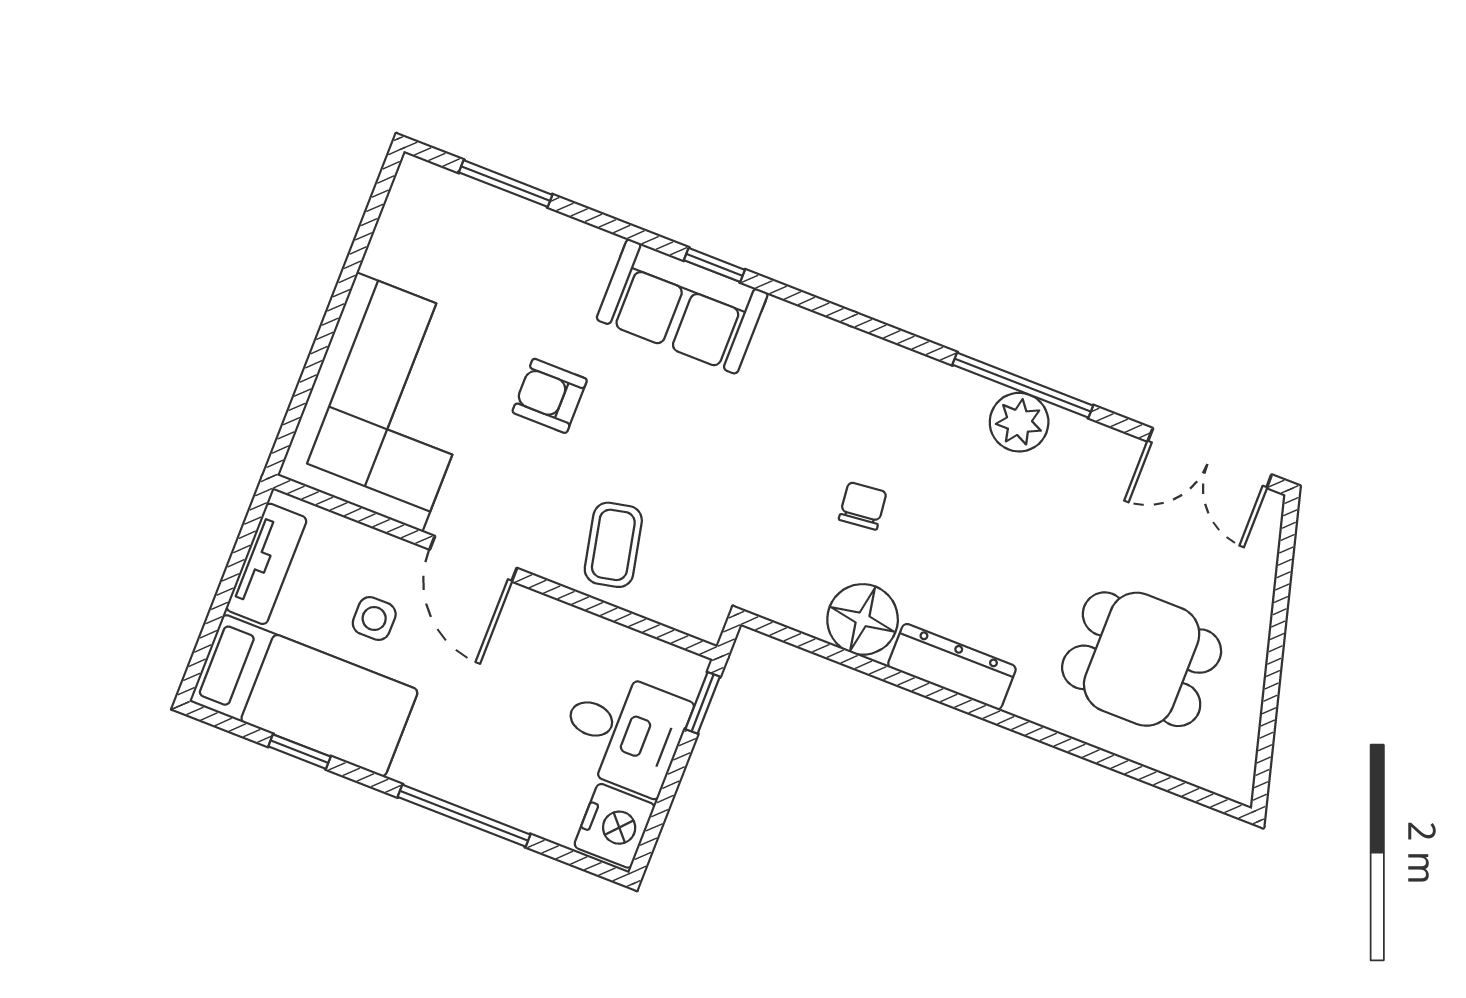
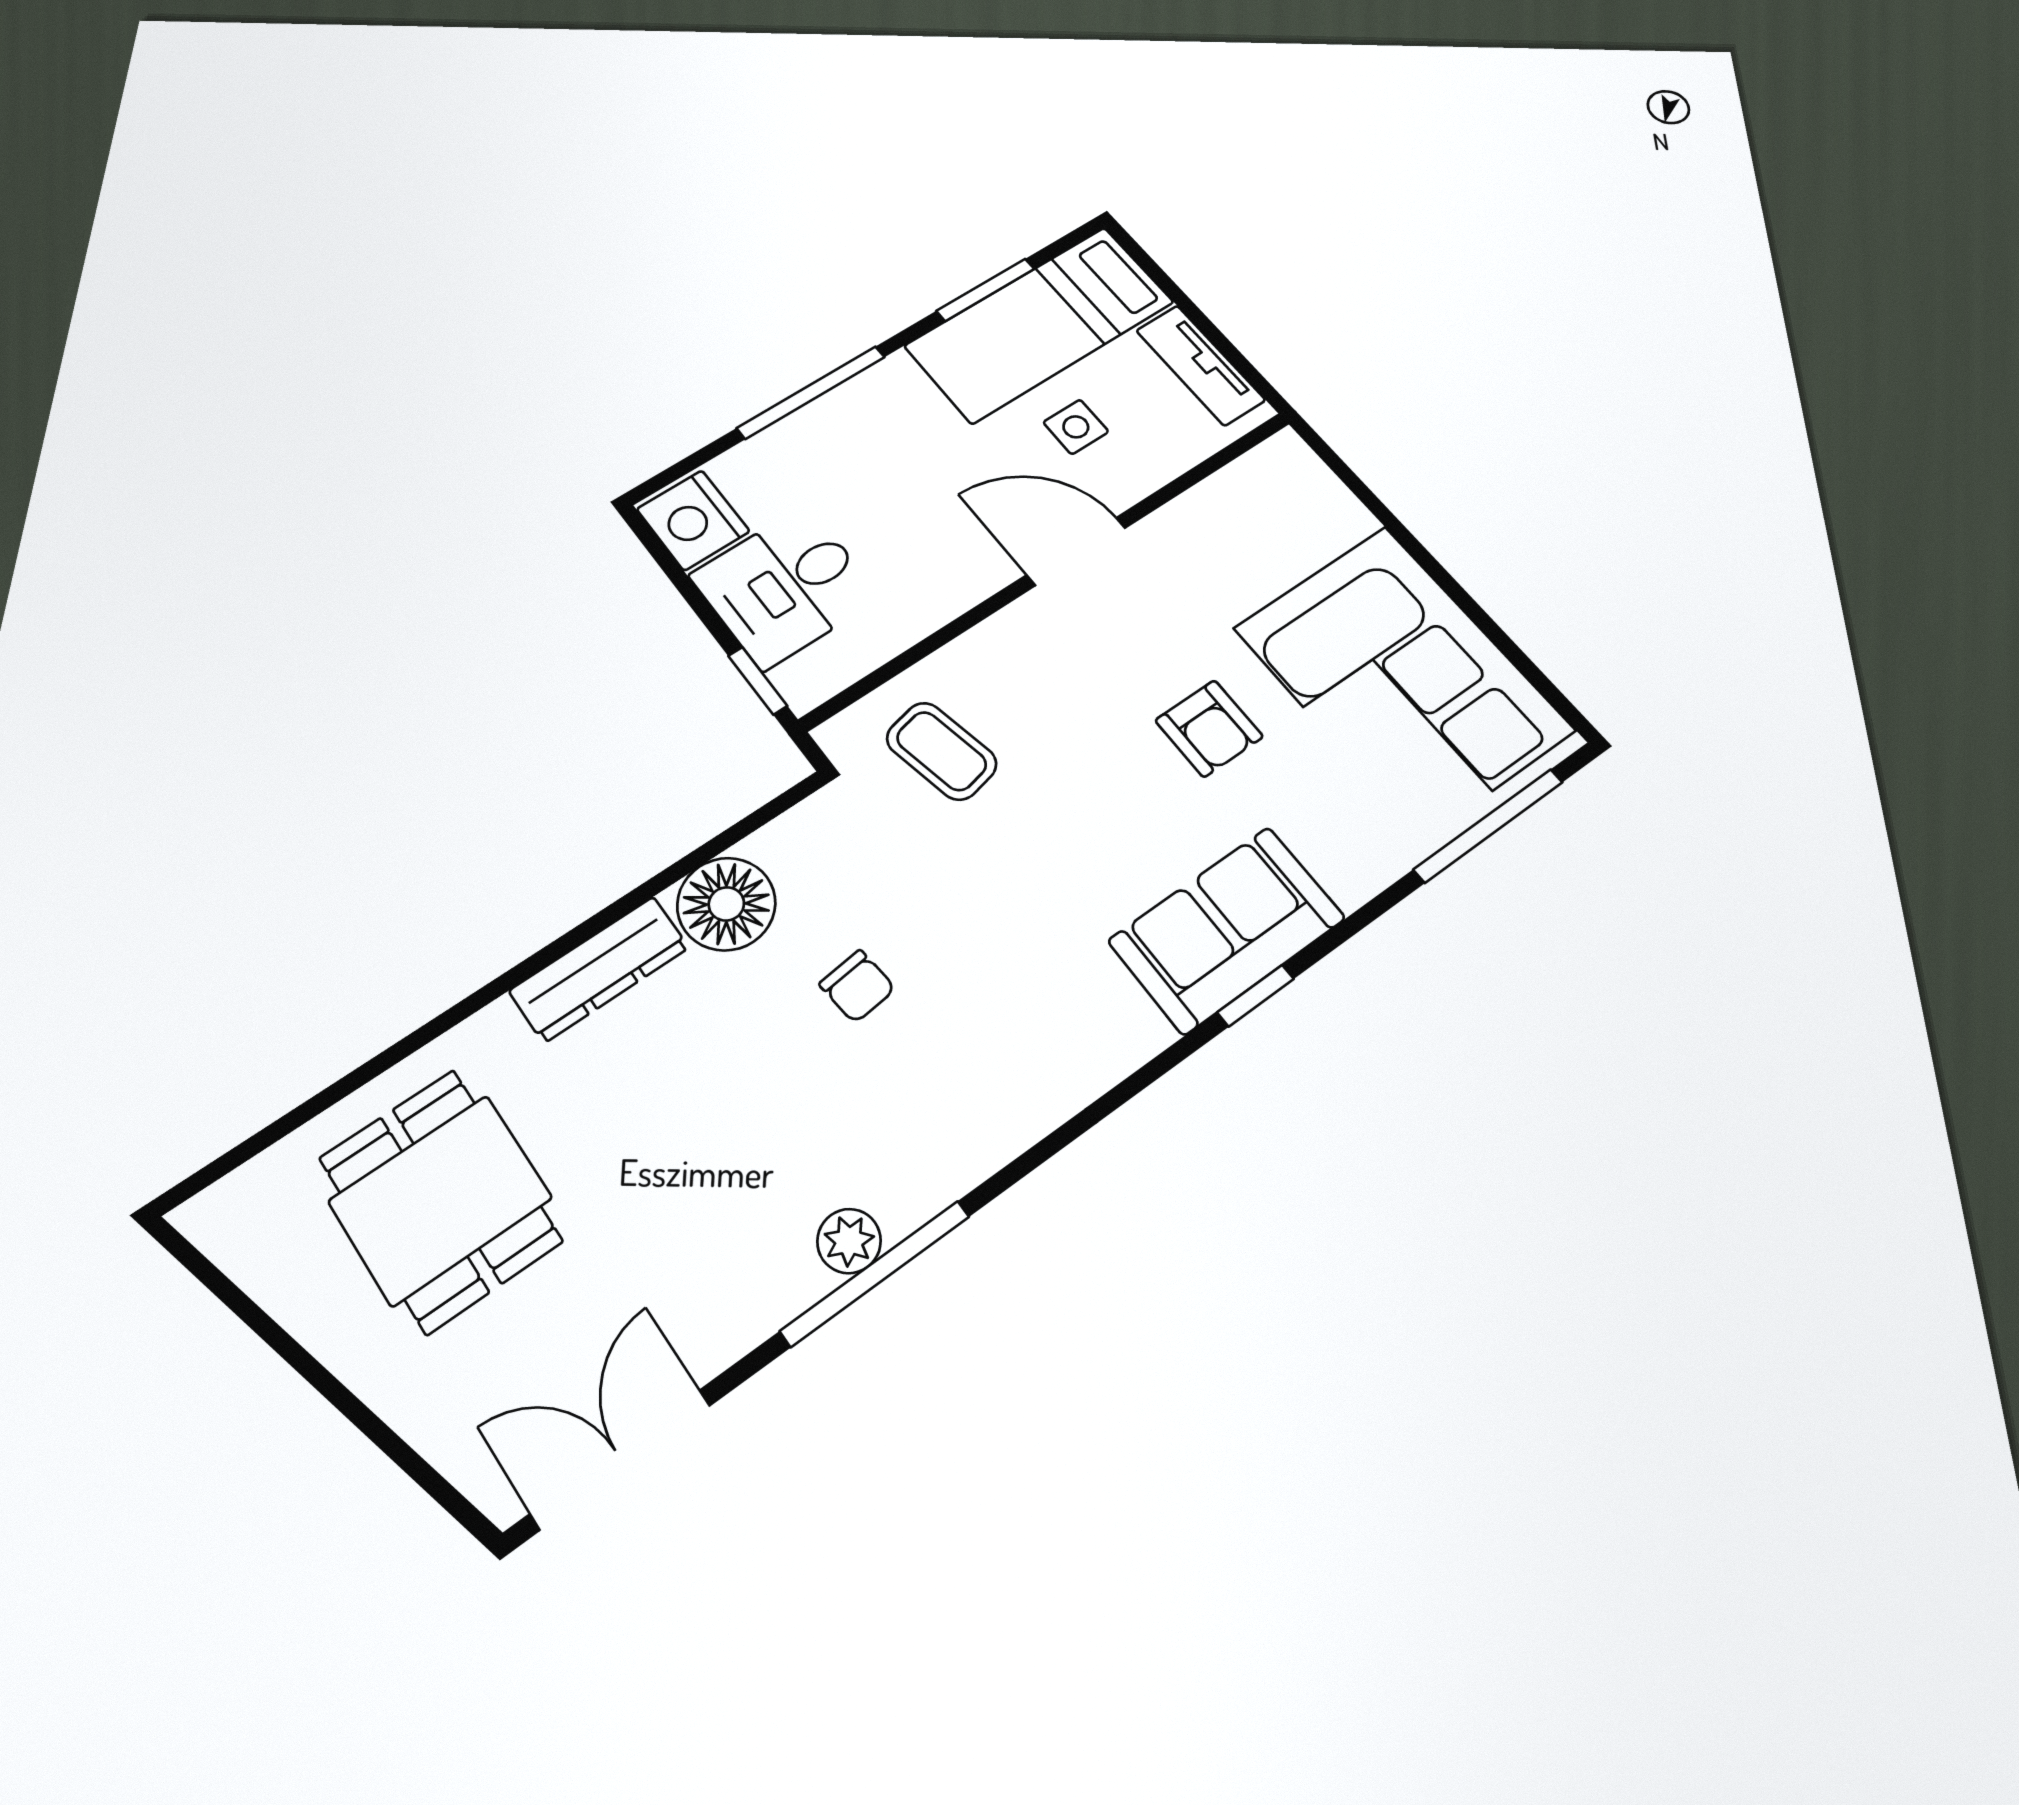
window: (506, 184) -> (1488, 826), width x1.44
armchair: (550, 396) -> (1209, 728), turned 90
corner sofa: (389, 402) -> (1403, 679), moved
plant: (1019, 422) -> (849, 1241), width x0.73, depth x0.73
coffee table: (613, 545) -> (941, 751), moved
dining table: (1142, 659) -> (440, 1200), turned 90
window: (299, 752) -> (985, 290), width x1.50

